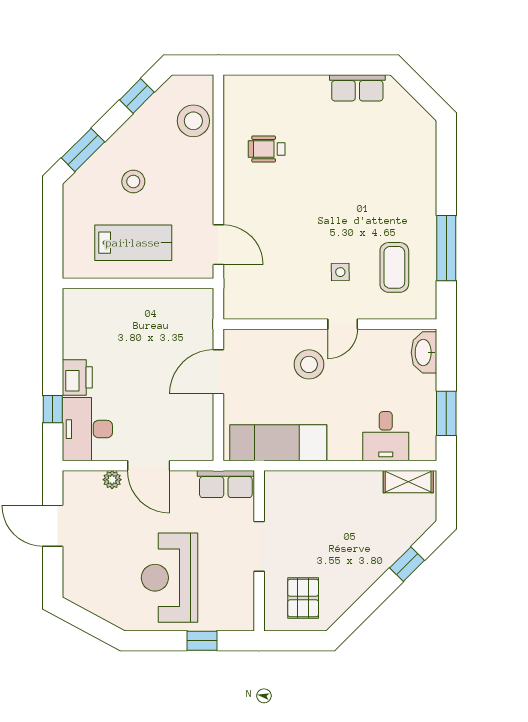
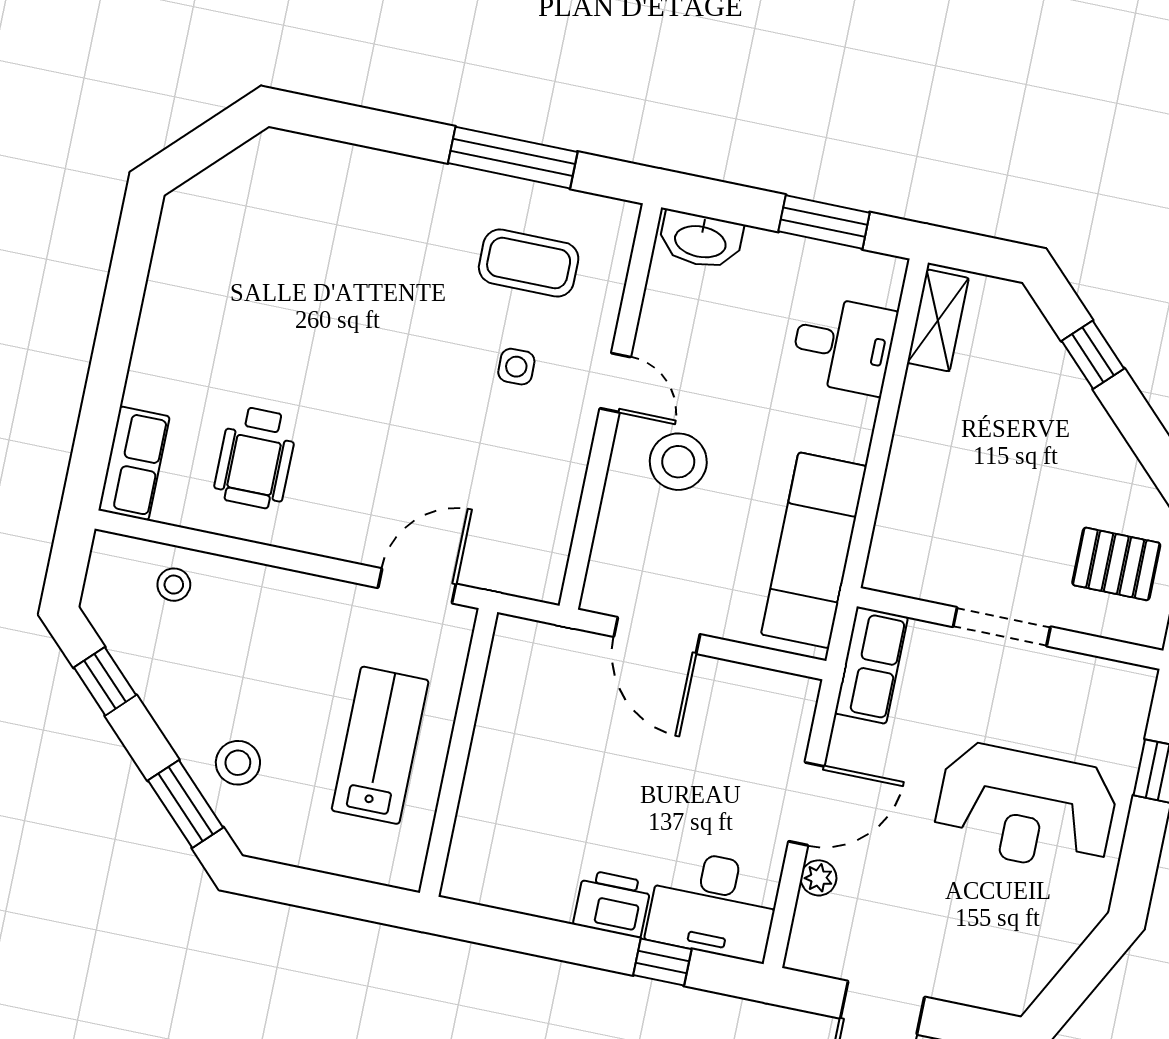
row of seats: (357, 88) -> (134, 463), moved
stool: (193, 121) -> (174, 585), width x0.53, depth x0.53
wheelchair: (267, 149) -> (256, 458), width x1.36, depth x1.37
stool: (133, 181) -> (238, 763), moved

